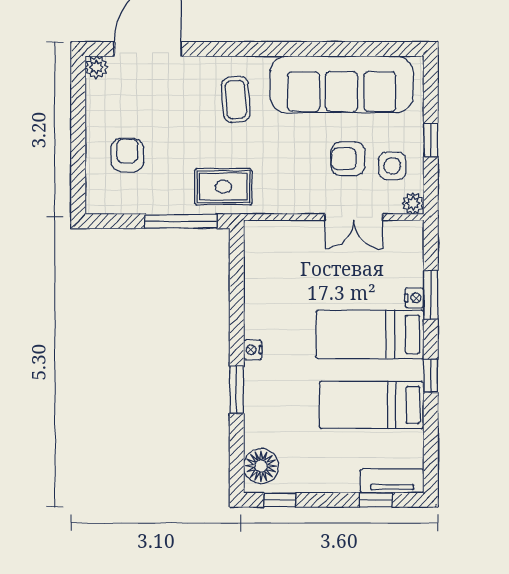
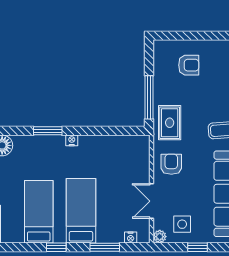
armchair: (348, 159) -> (171, 164), moved
nightstand: (414, 298) -> (131, 237), moved

